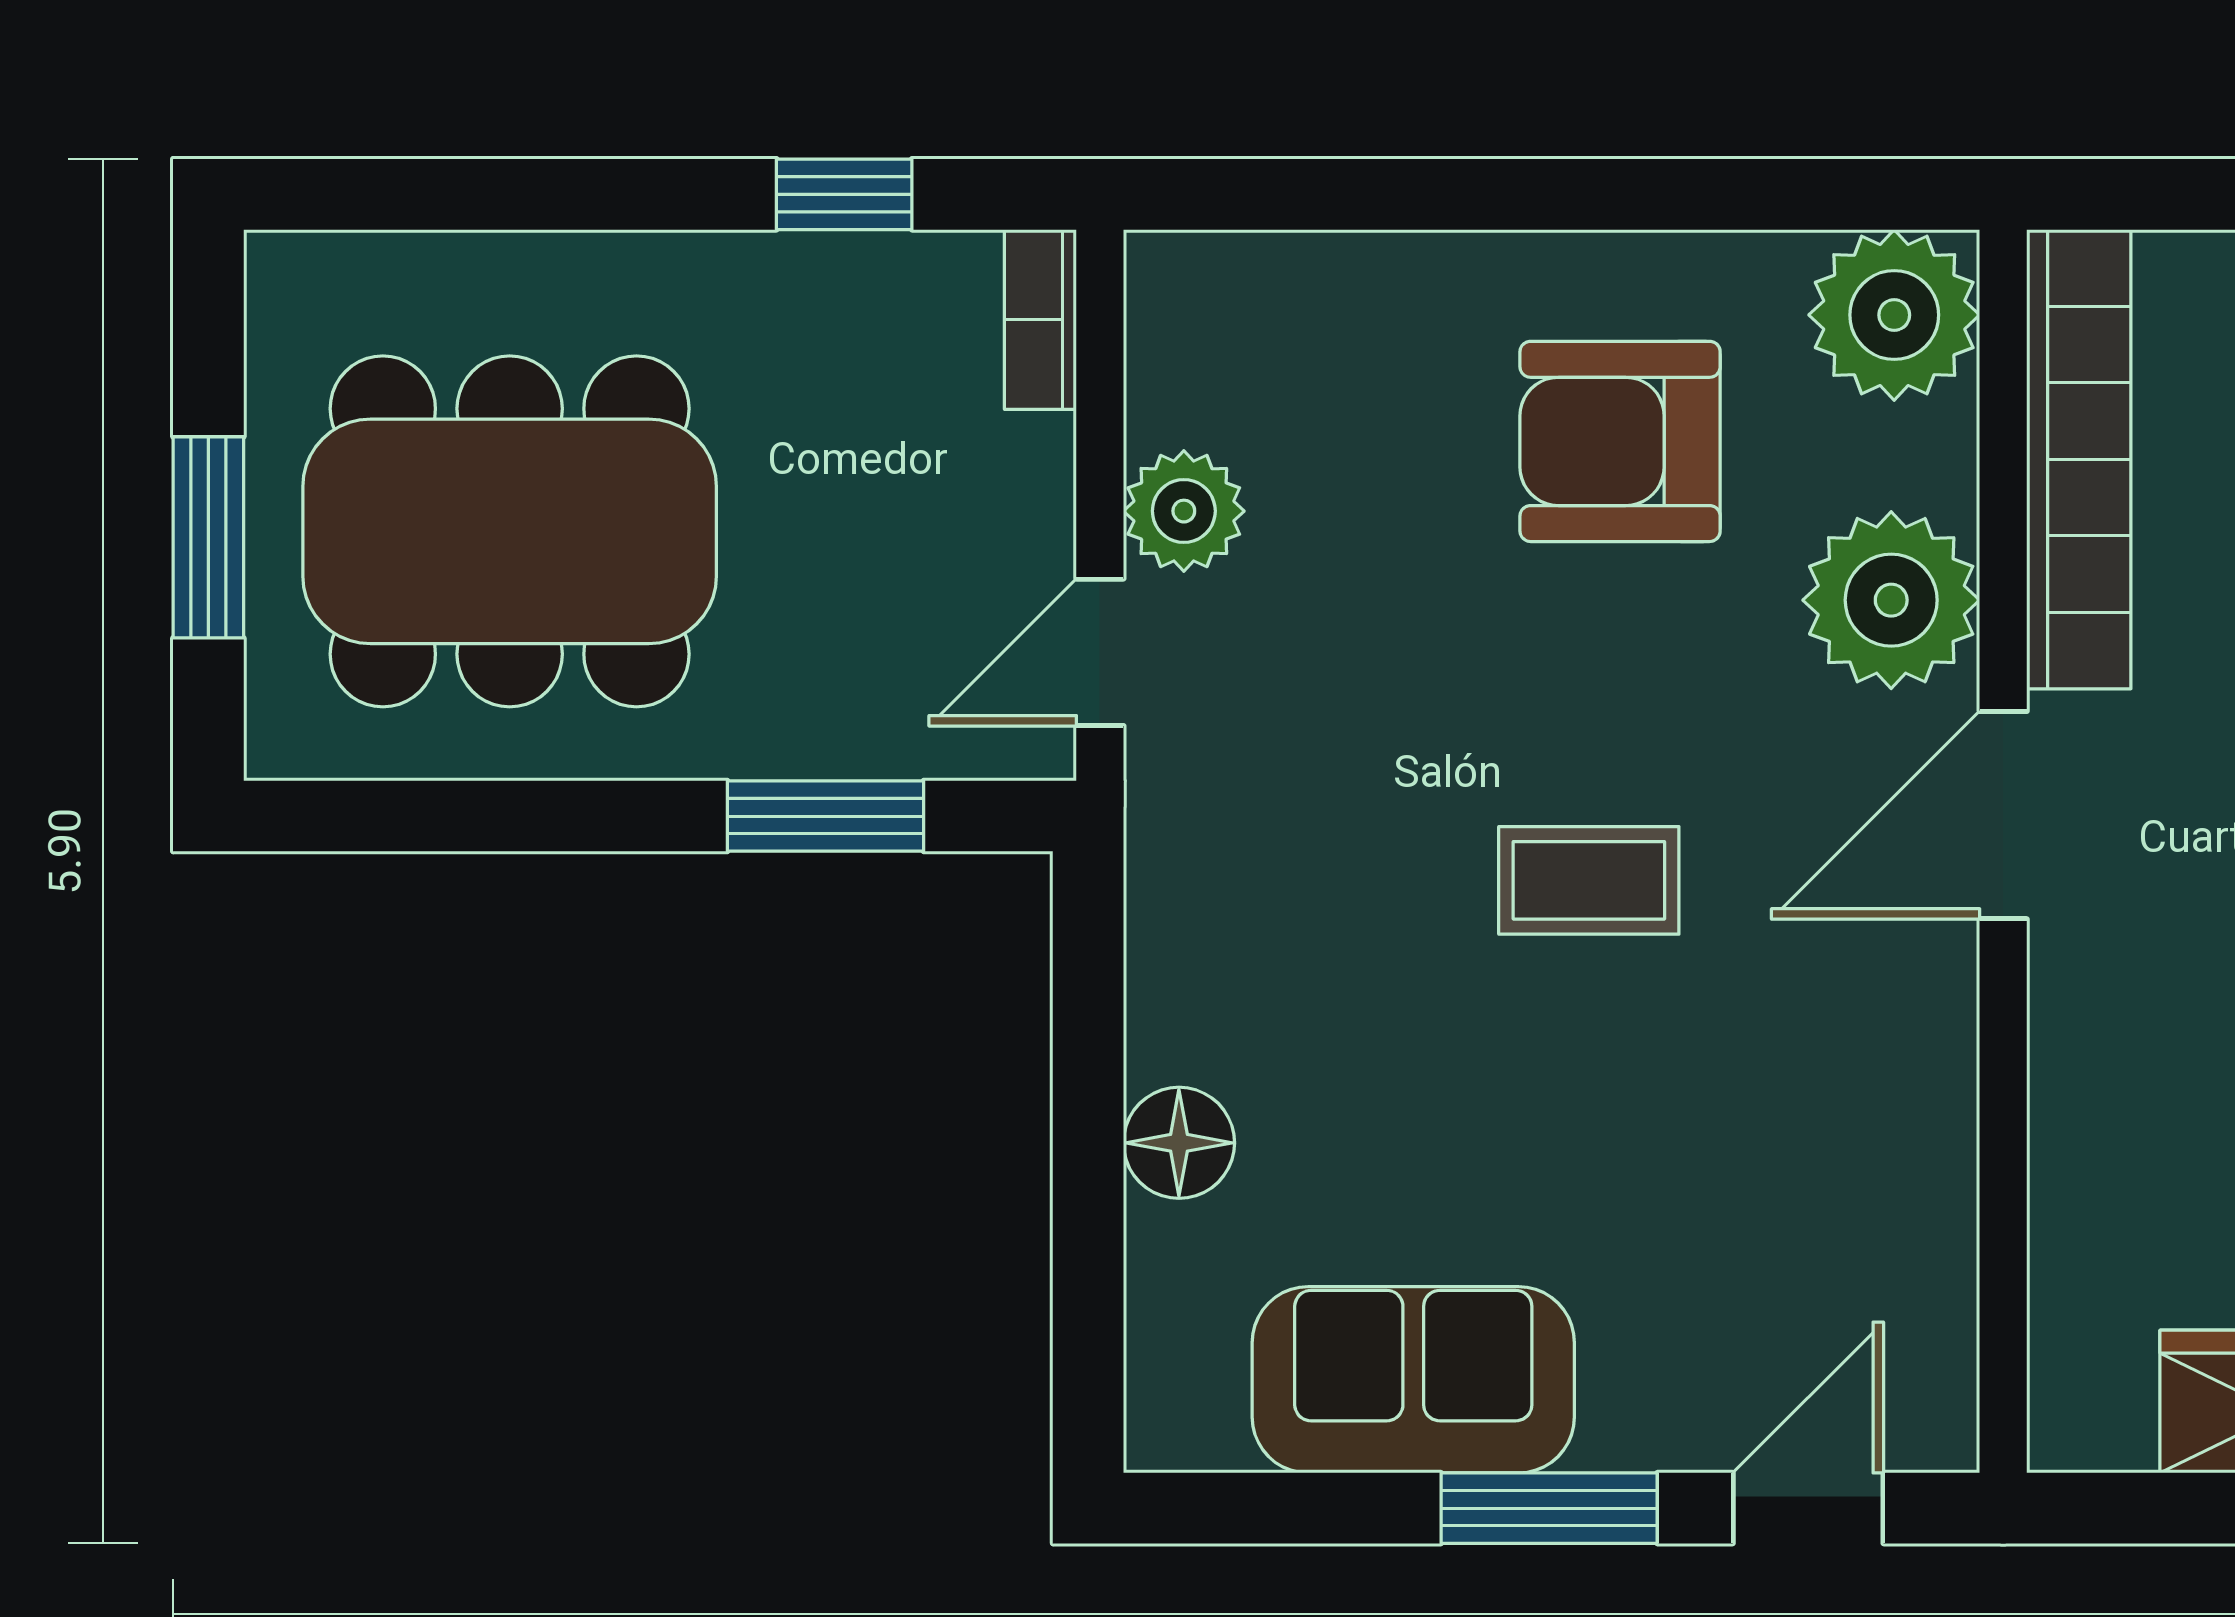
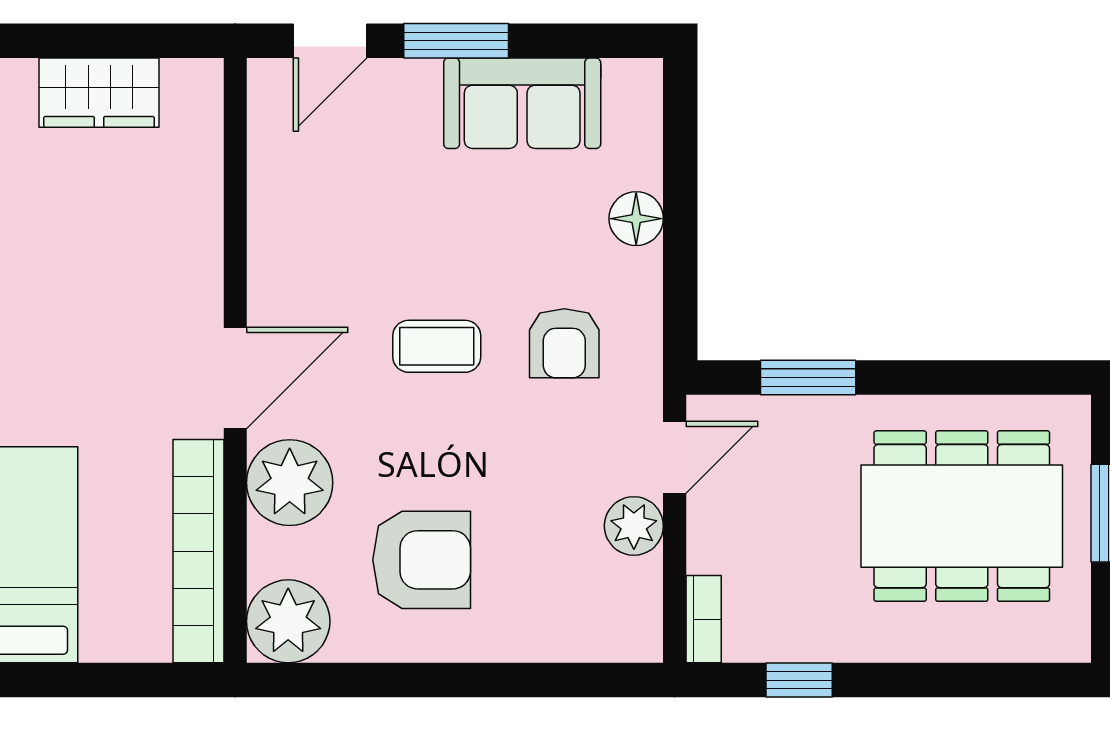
armchair: (1327, 886) -> (564, 343), added

